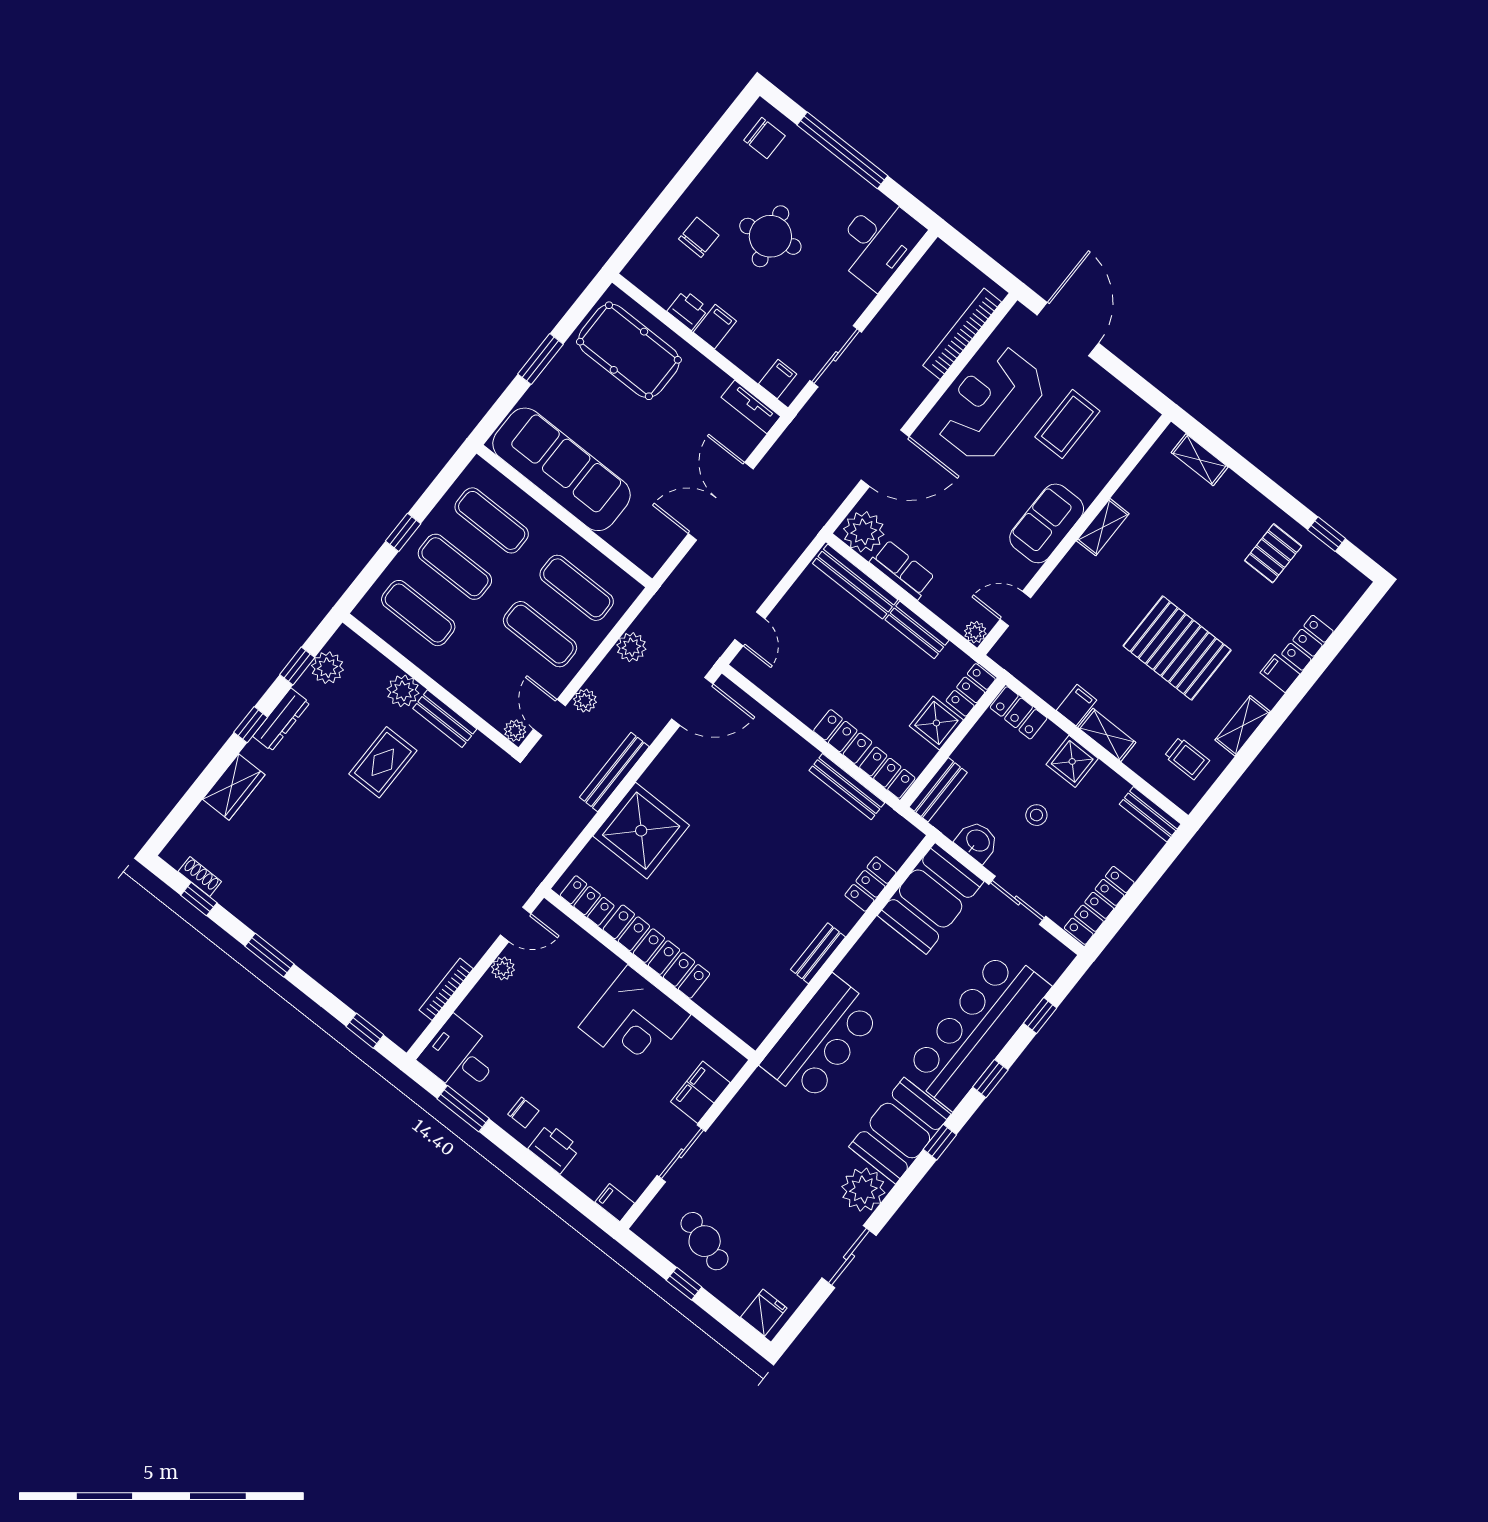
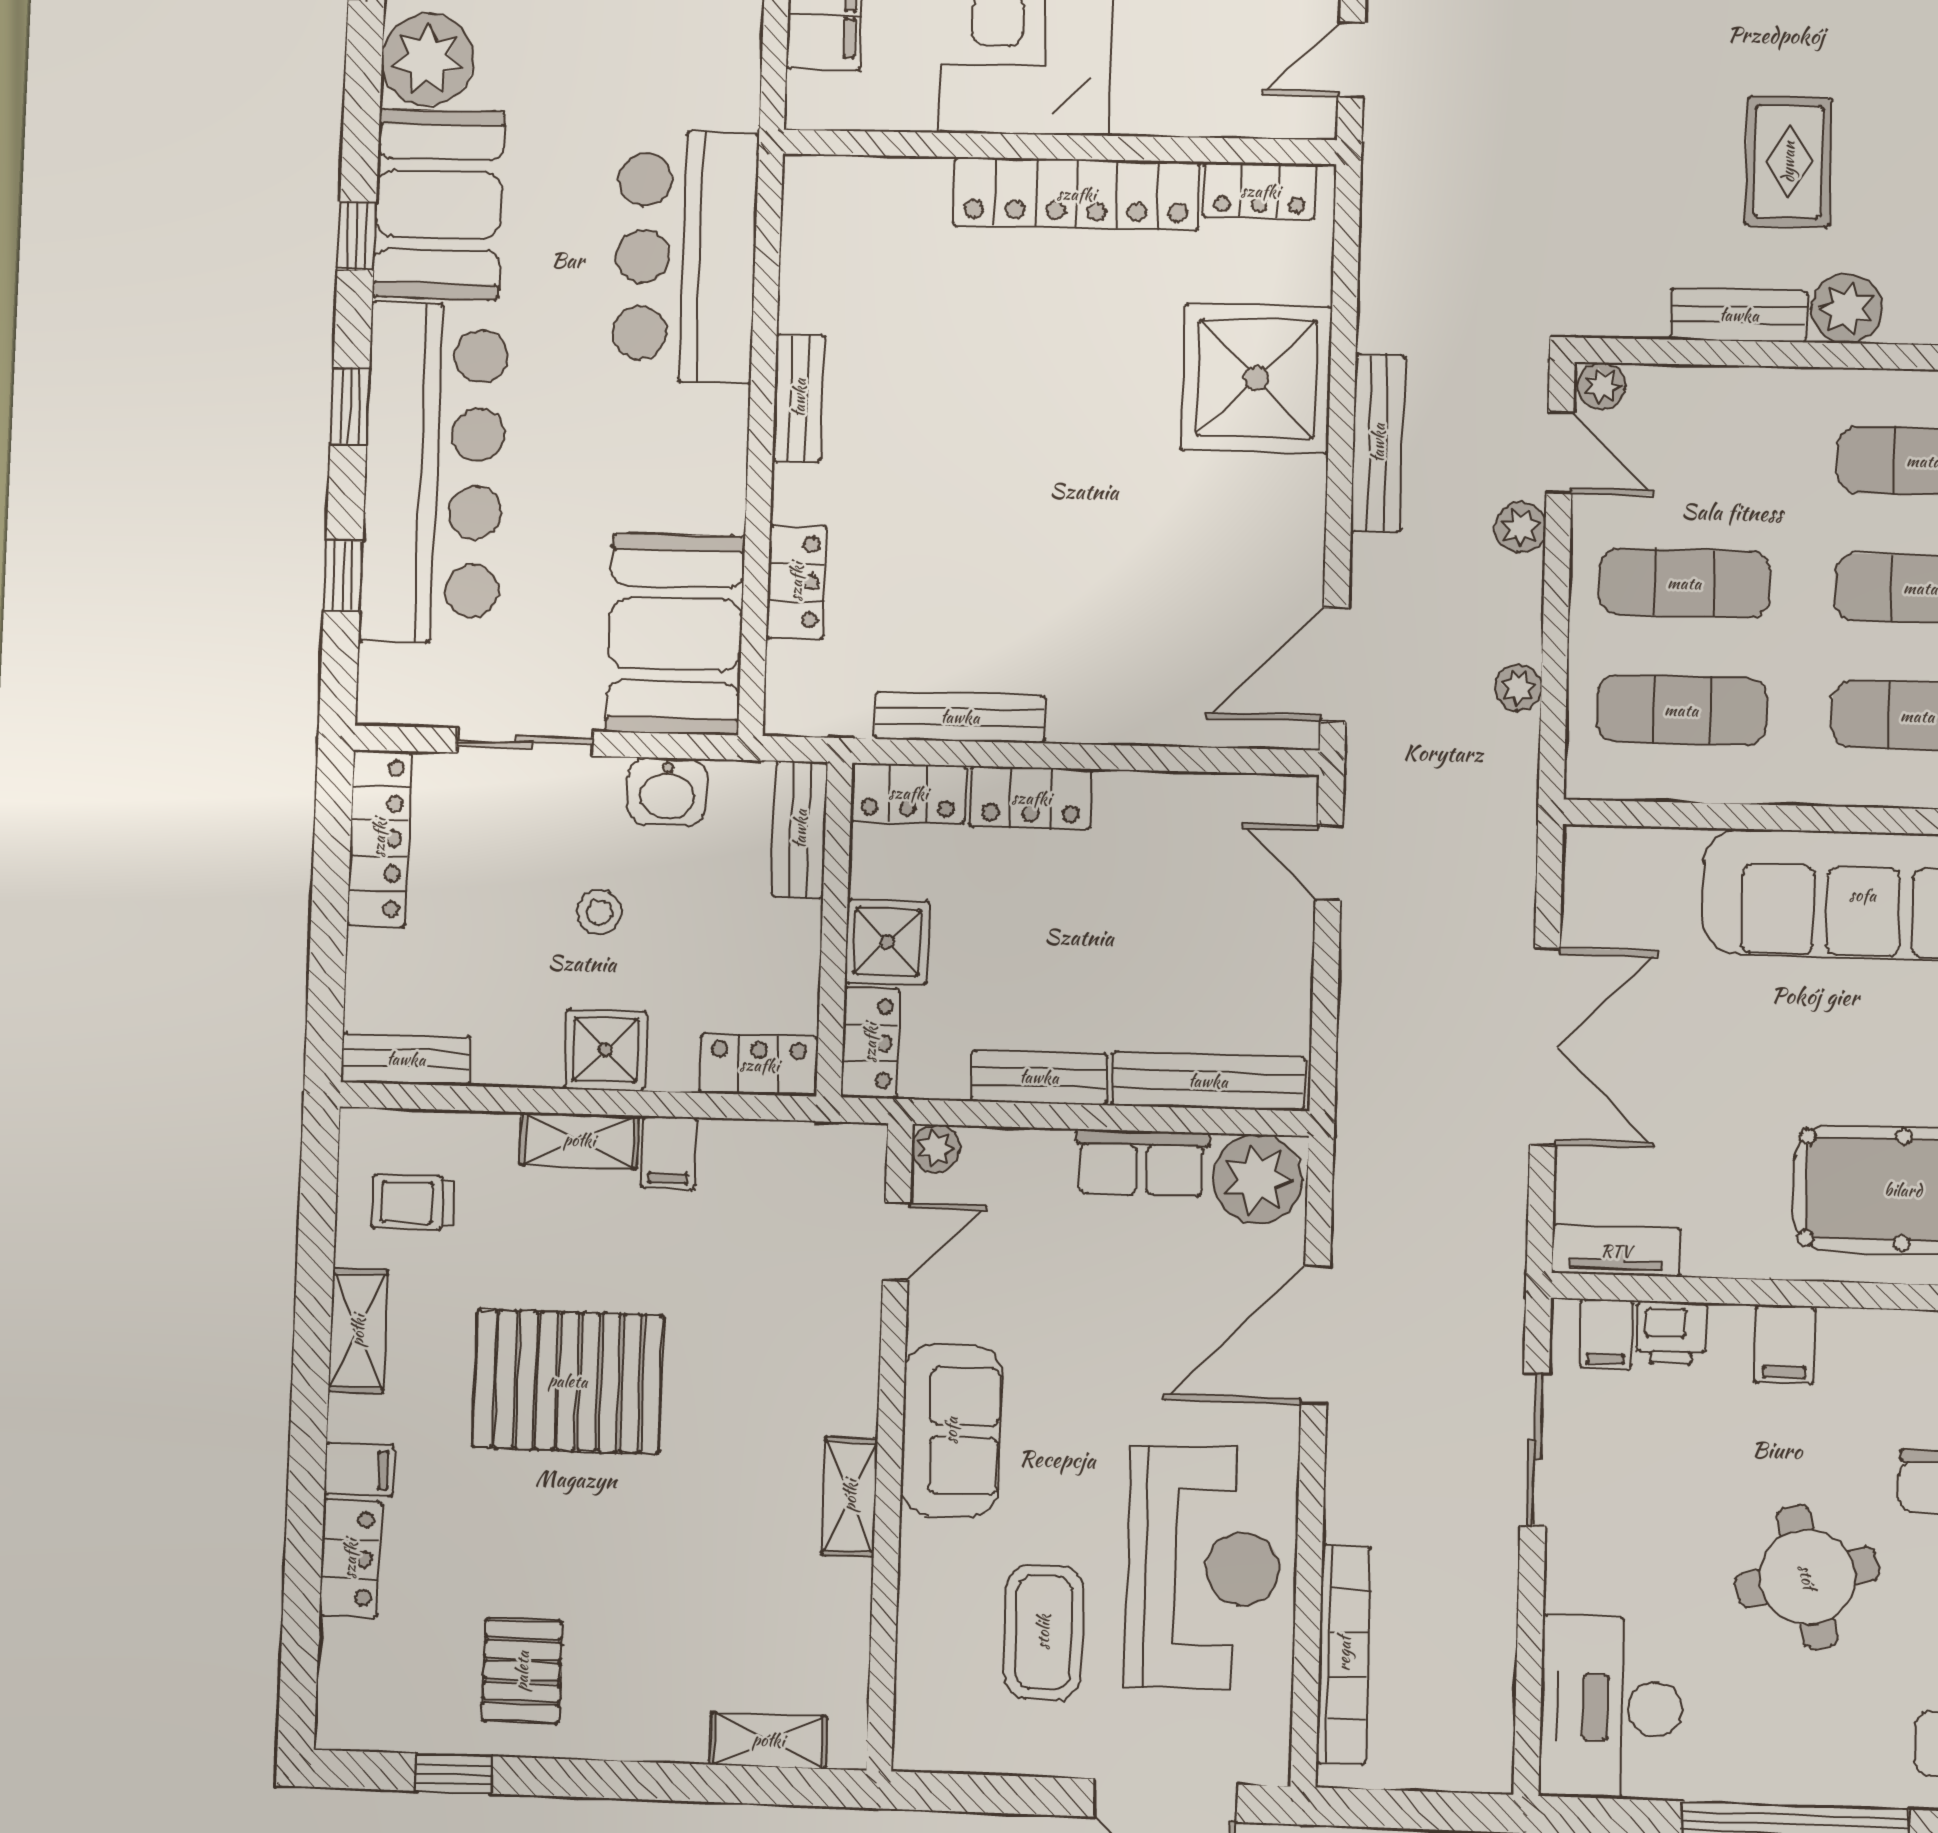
printer: (688, 310) -> (1671, 1333), moved
plant: (631, 647) -> (1518, 688), width x0.73, depth x0.73

